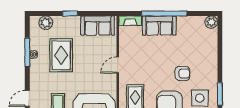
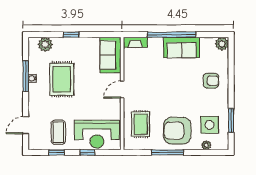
sofa: (98, 26) -> (110, 55), moved, turned 90
sofa: (159, 26) -> (182, 48), moved
armchair: (183, 74) -> (211, 81), moved

